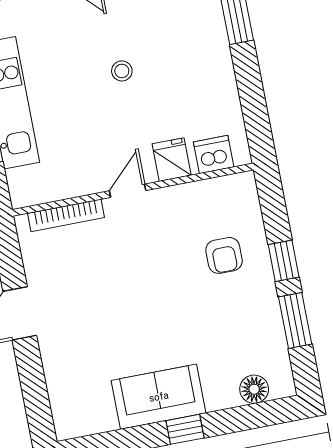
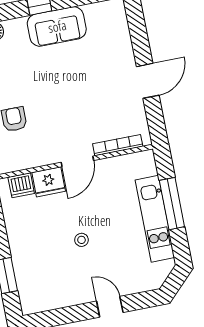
fridge: (172, 160) -> (49, 182), width x1.38
door: (128, 191) -> (77, 161), width x1.38

